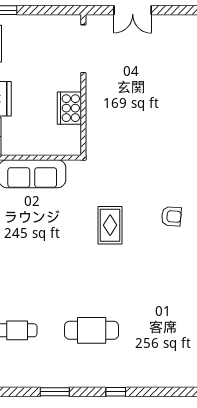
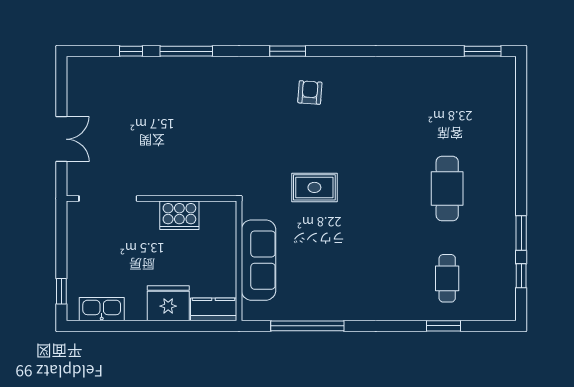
rug: (110, 225) -> (314, 187), moved
window: (116, 392) -> (521, 276), moved

